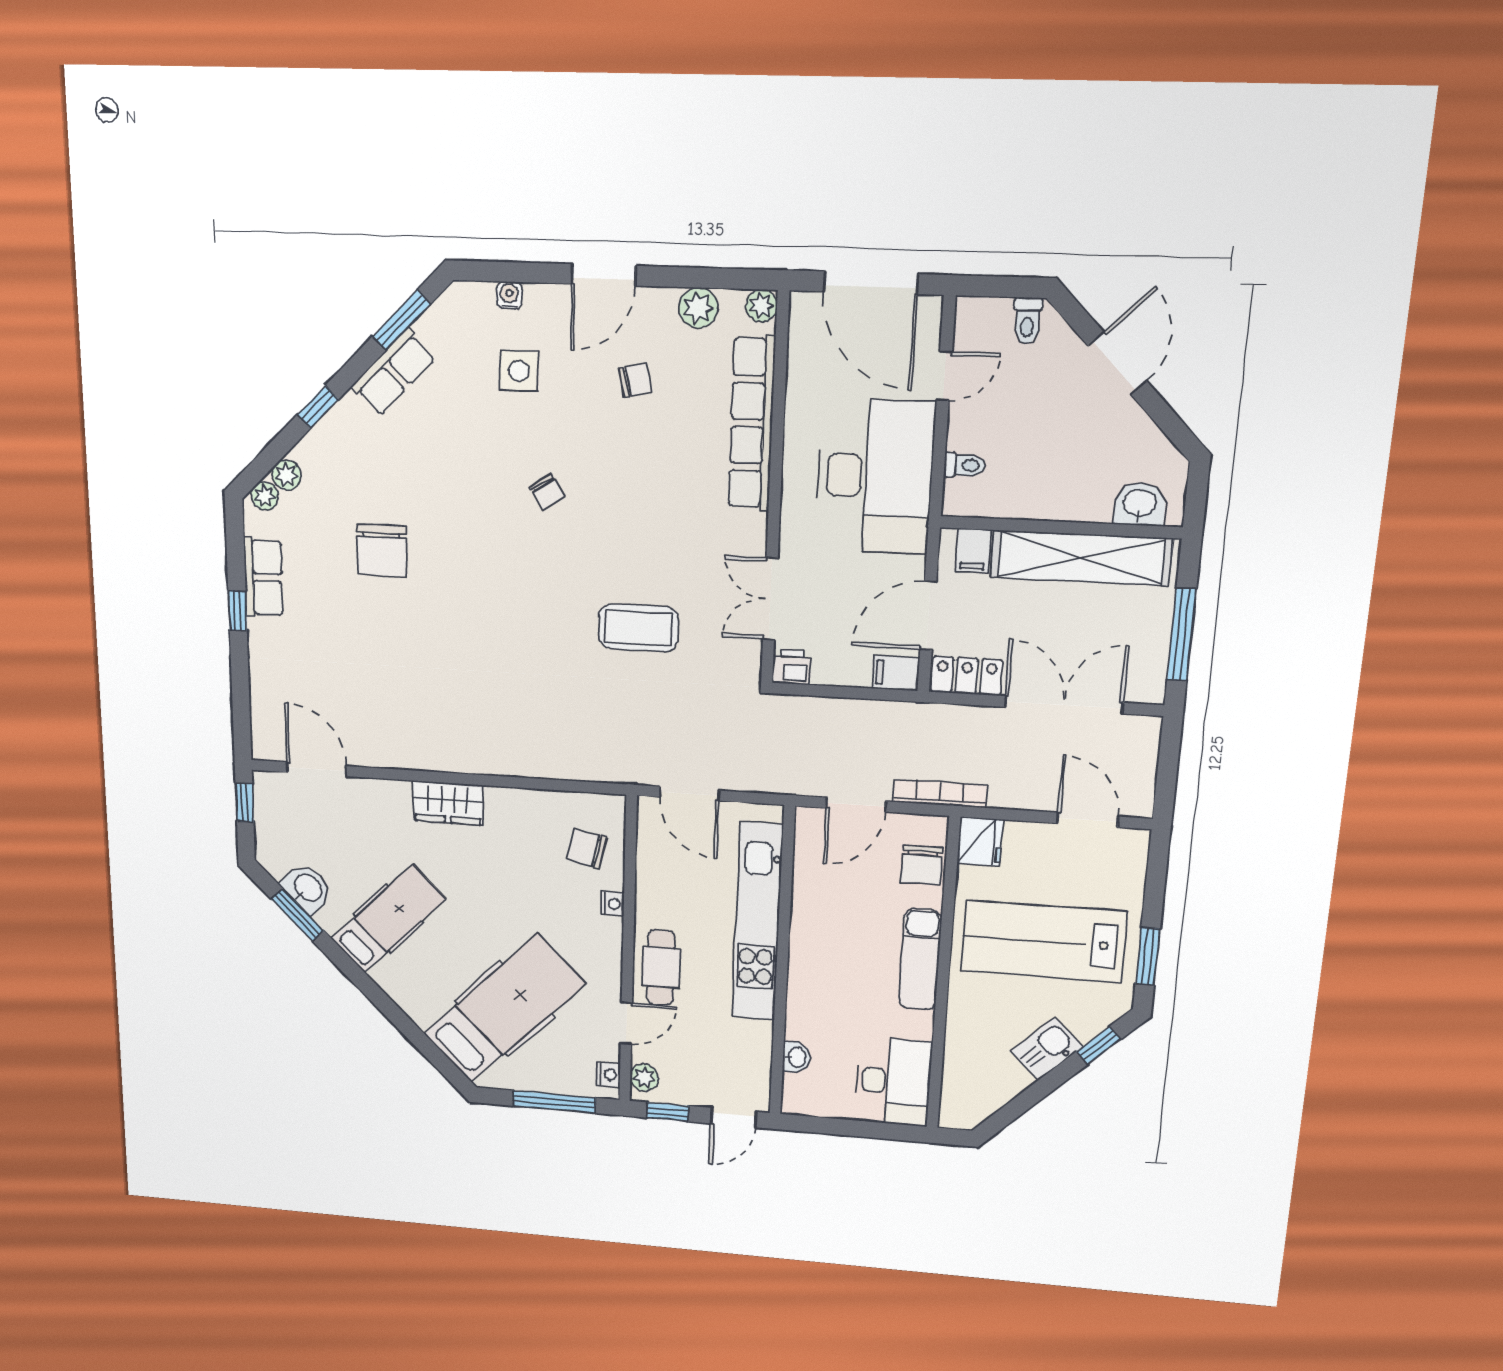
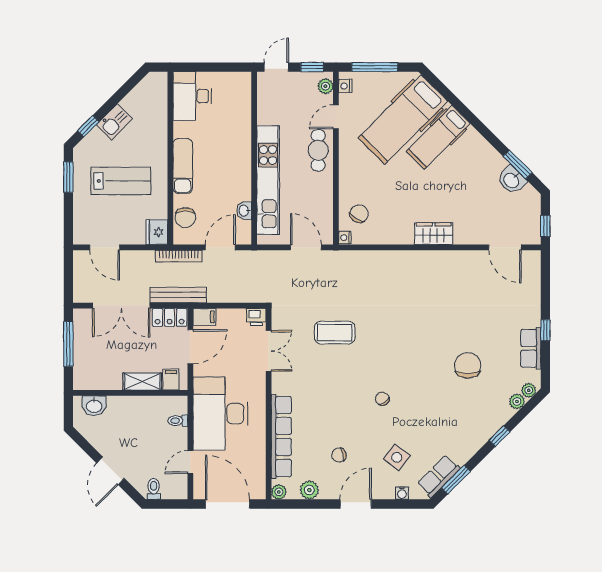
side table: (519, 371) -> (397, 457), turned 37
row of seats: (393, 372) -> (439, 476), moved
shelving: (1081, 558) -> (142, 382), width x0.45, depth x0.75
bench: (946, 719) -> (178, 295), added
chair: (587, 849) -> (359, 214), turned -71
chair: (922, 865) -> (185, 217), turned 180
nightstand: (613, 904) -> (345, 238), moved
hospital bed: (388, 919) -> (438, 137), moved
lab bench: (1044, 941) -> (121, 181), width x0.73, depth x0.72
washbasin: (796, 1057) -> (244, 211), moved

